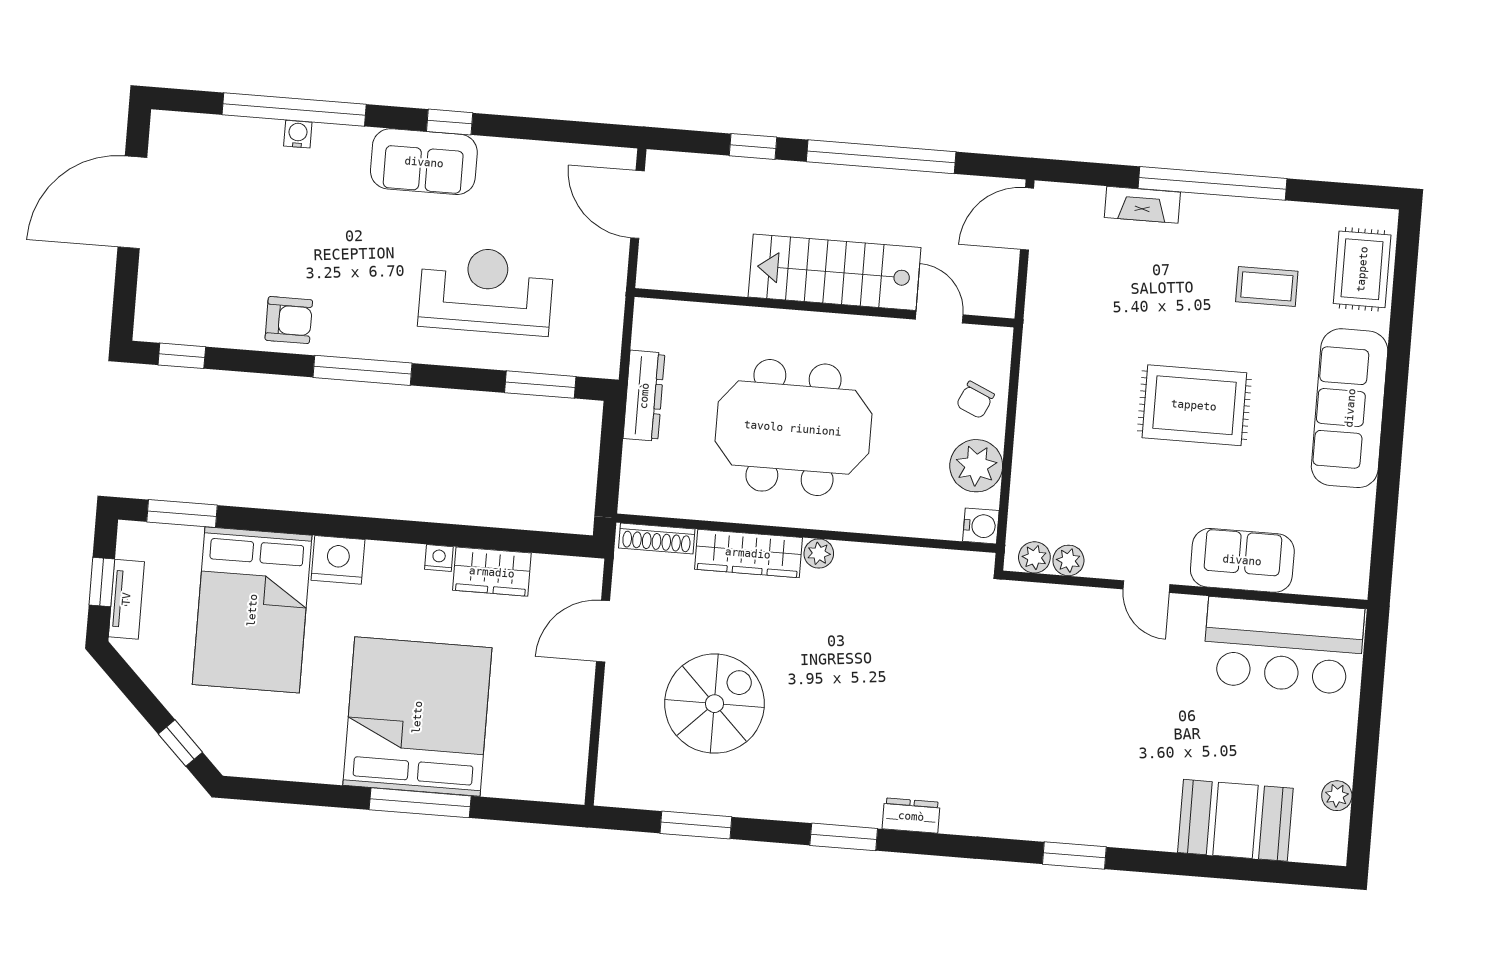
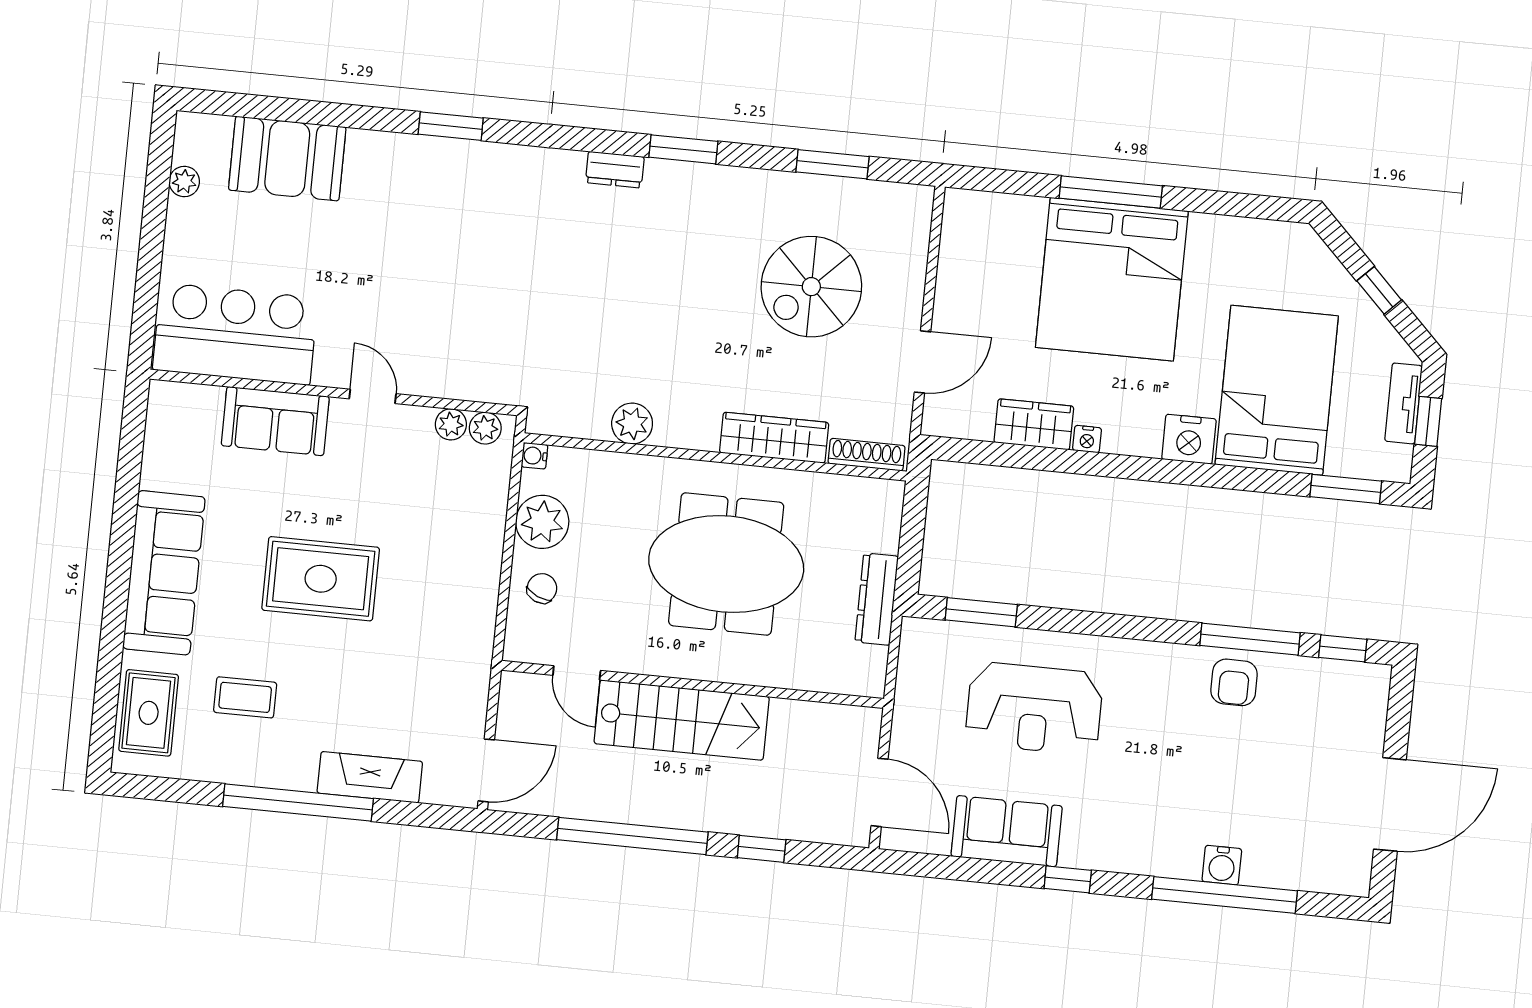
water cooler: (298, 134) -> (1222, 865), width x1.38, depth x1.38
sofa: (424, 162) -> (1007, 831), moved
fireplace: (1142, 205) -> (370, 777), width x1.37, depth x1.32
armchair: (289, 320) -> (1234, 682), turned -90
window: (362, 370) -> (1250, 639), moved
water cooler: (981, 526) -> (534, 456), width x0.72, depth x0.72
plant: (819, 554) -> (632, 424), moved, width x1.38, depth x1.38
window: (180, 743) -> (1379, 290), moved

